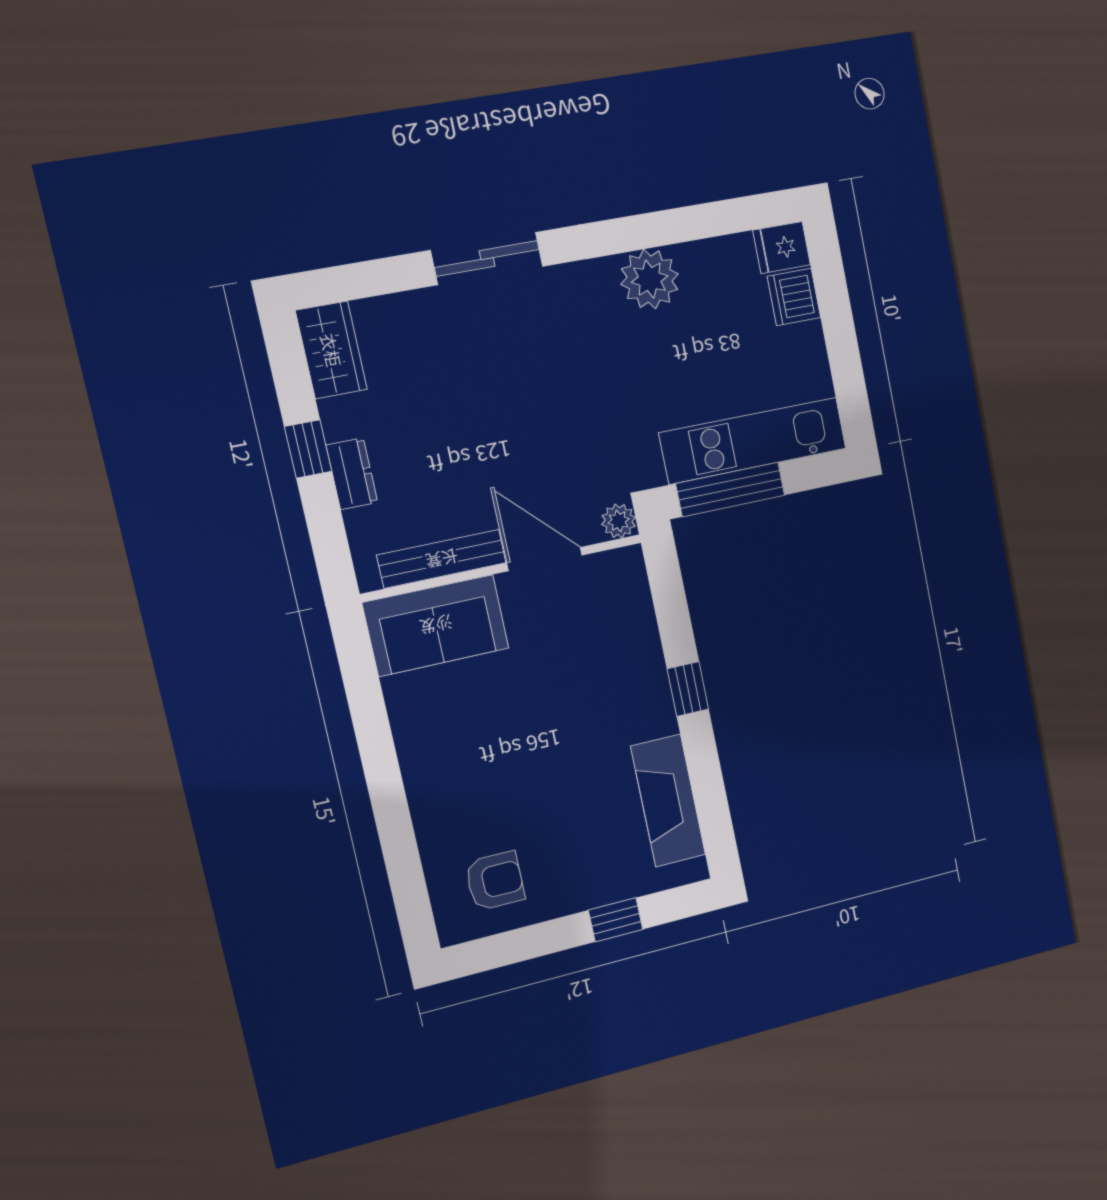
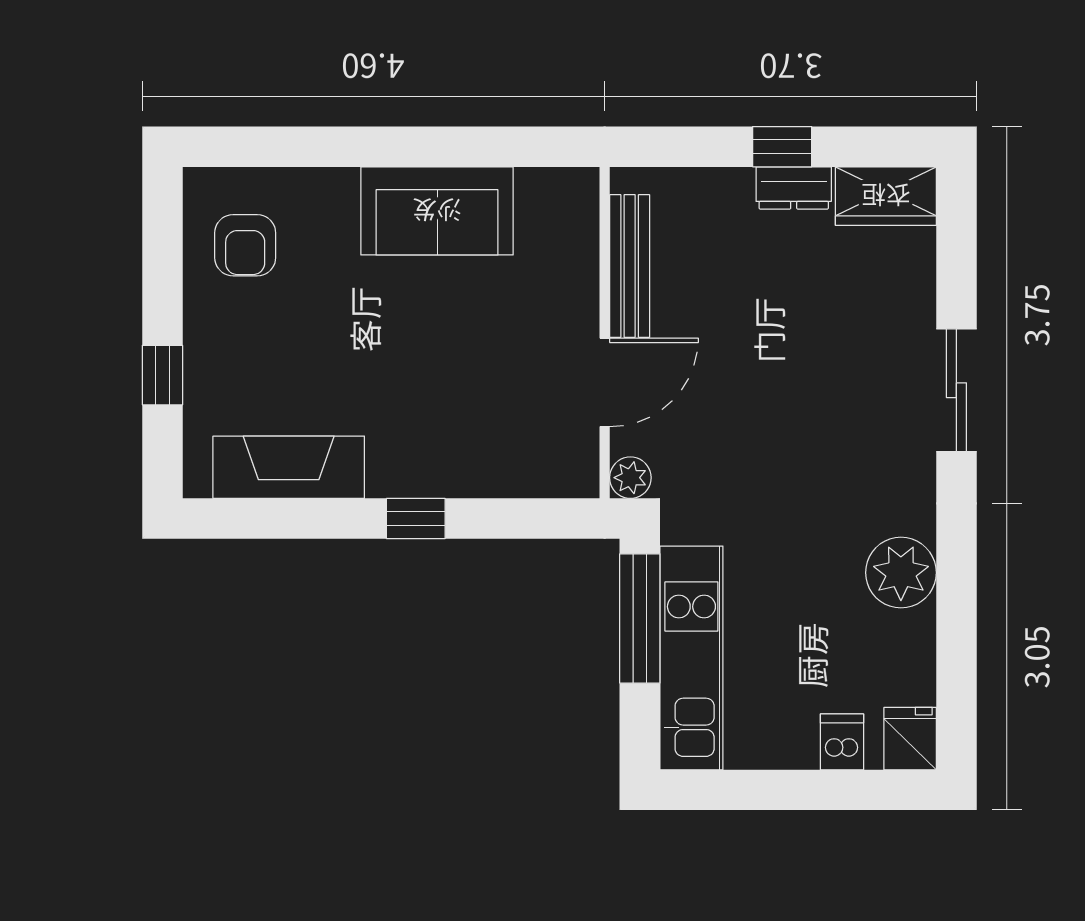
dishwasher: (794, 297) -> (842, 742), width x0.73
dresser: (352, 474) -> (794, 188), moved
sofa: (436, 625) -> (437, 211), moved, turned -90

